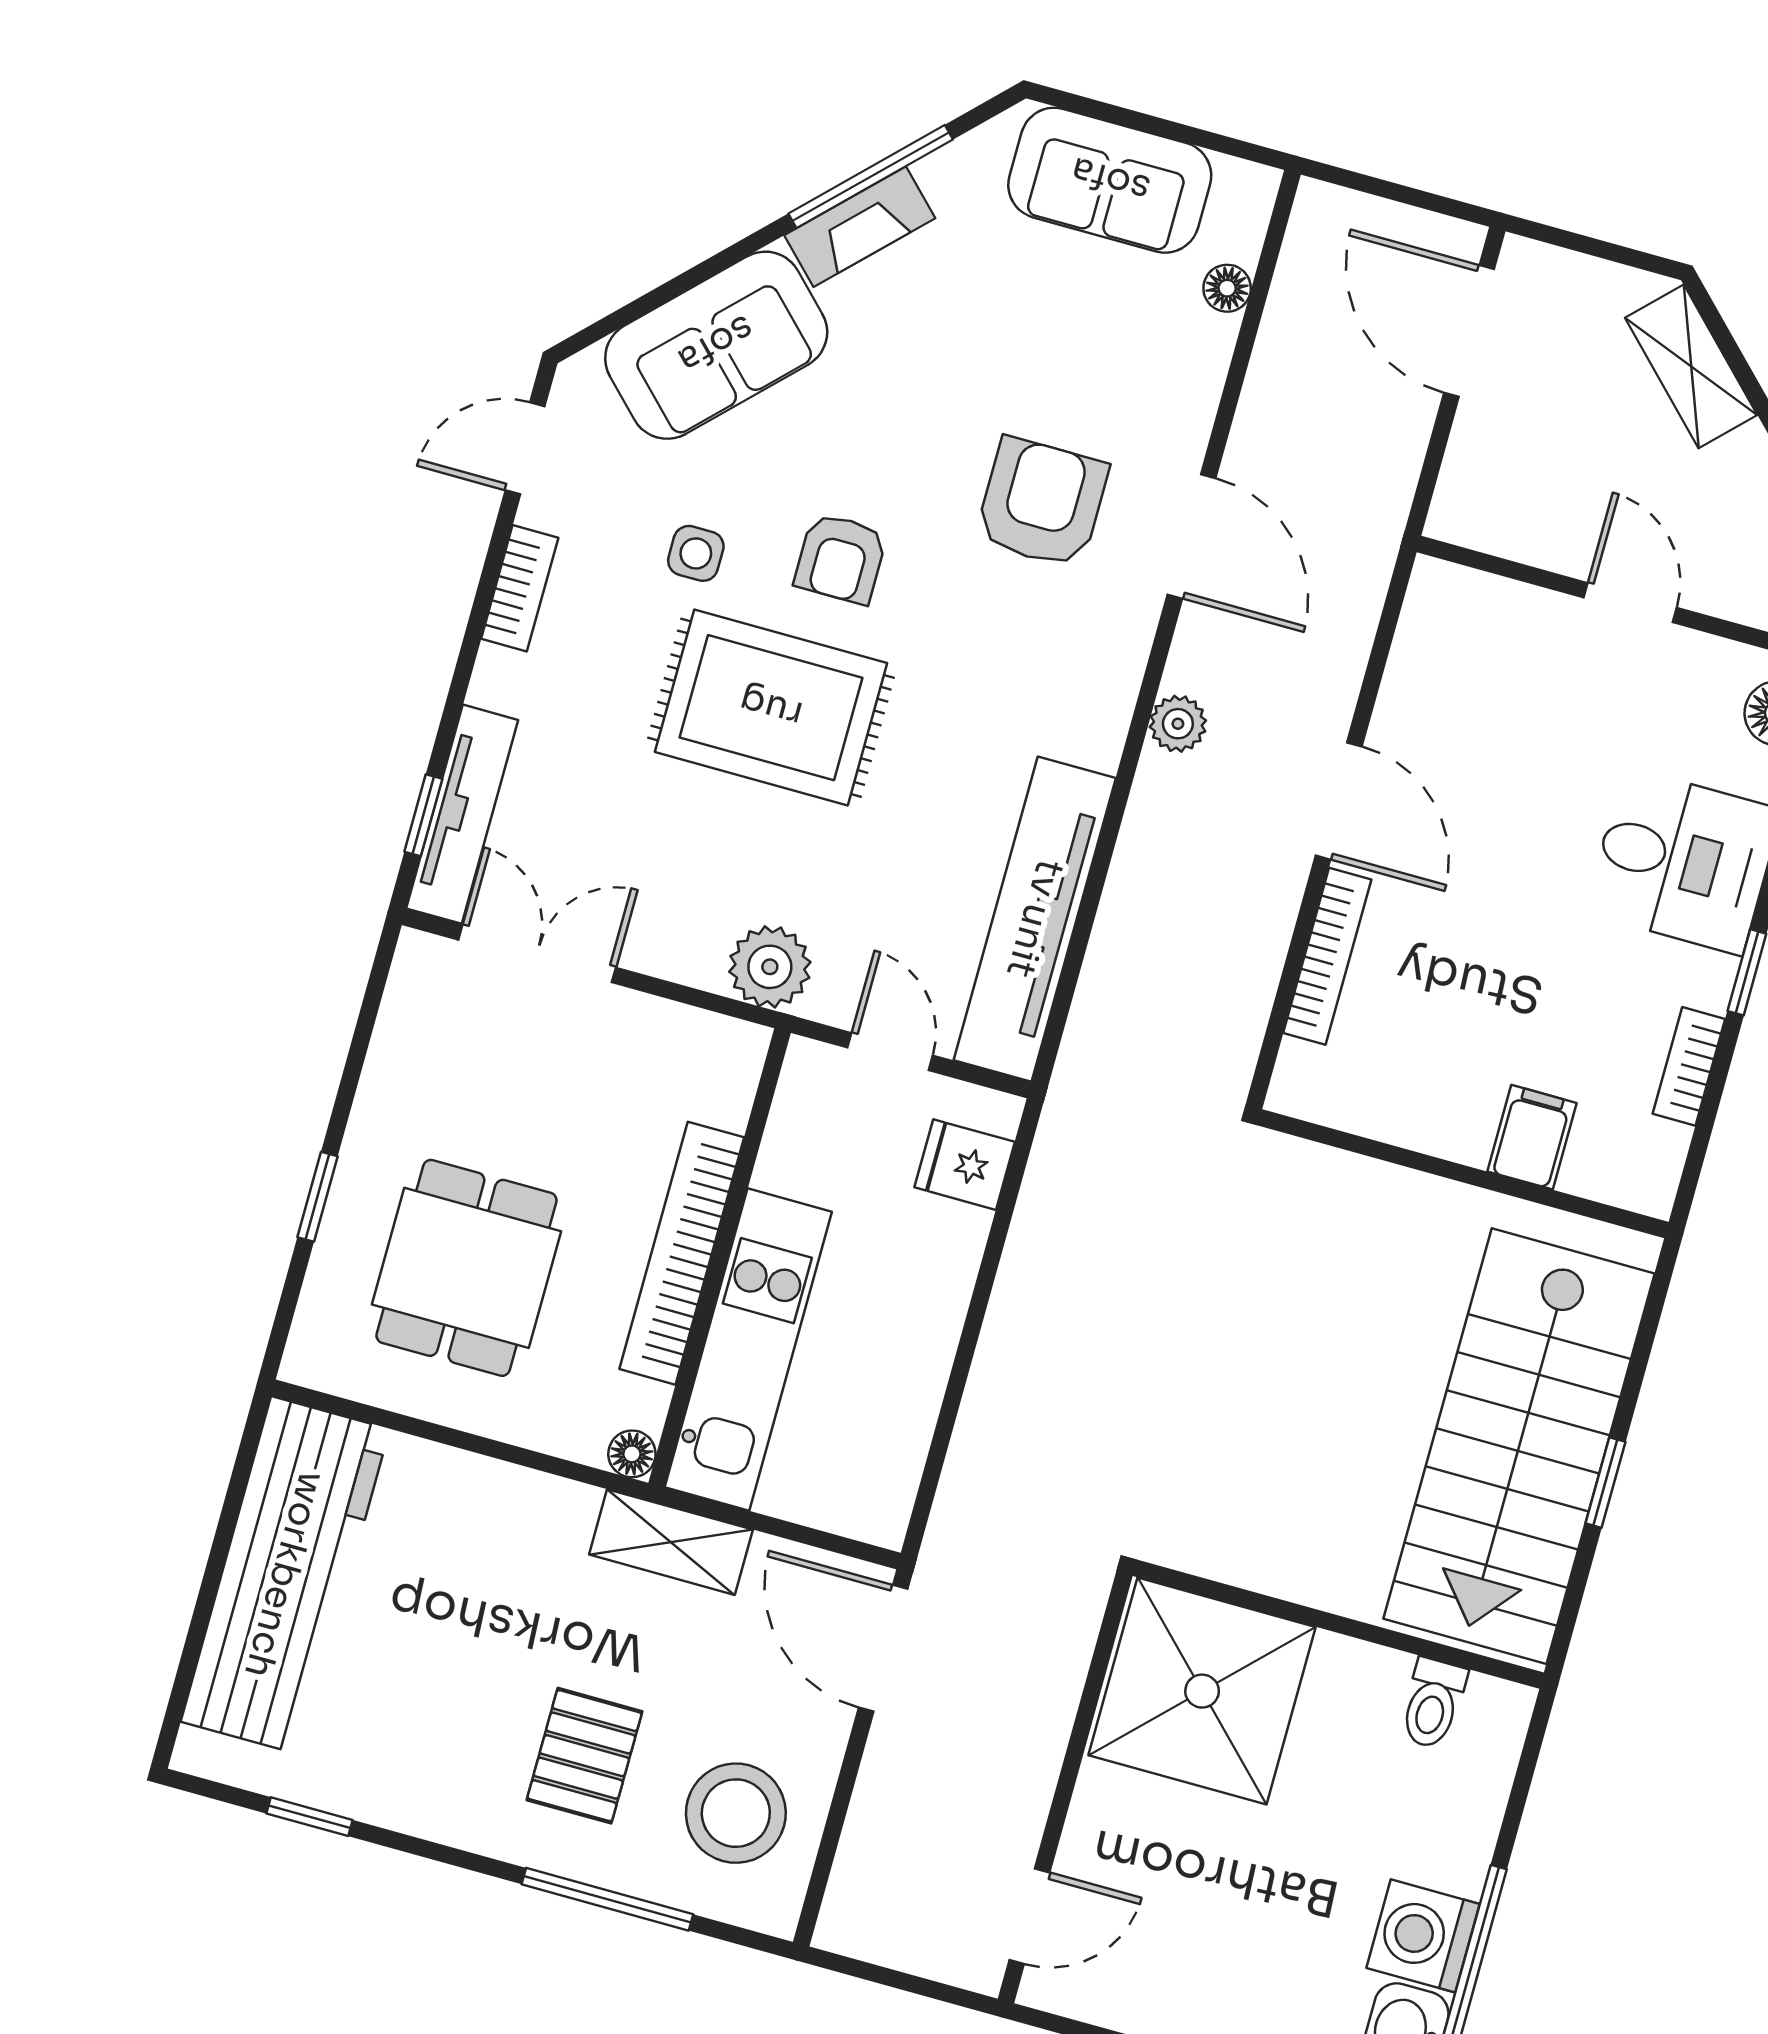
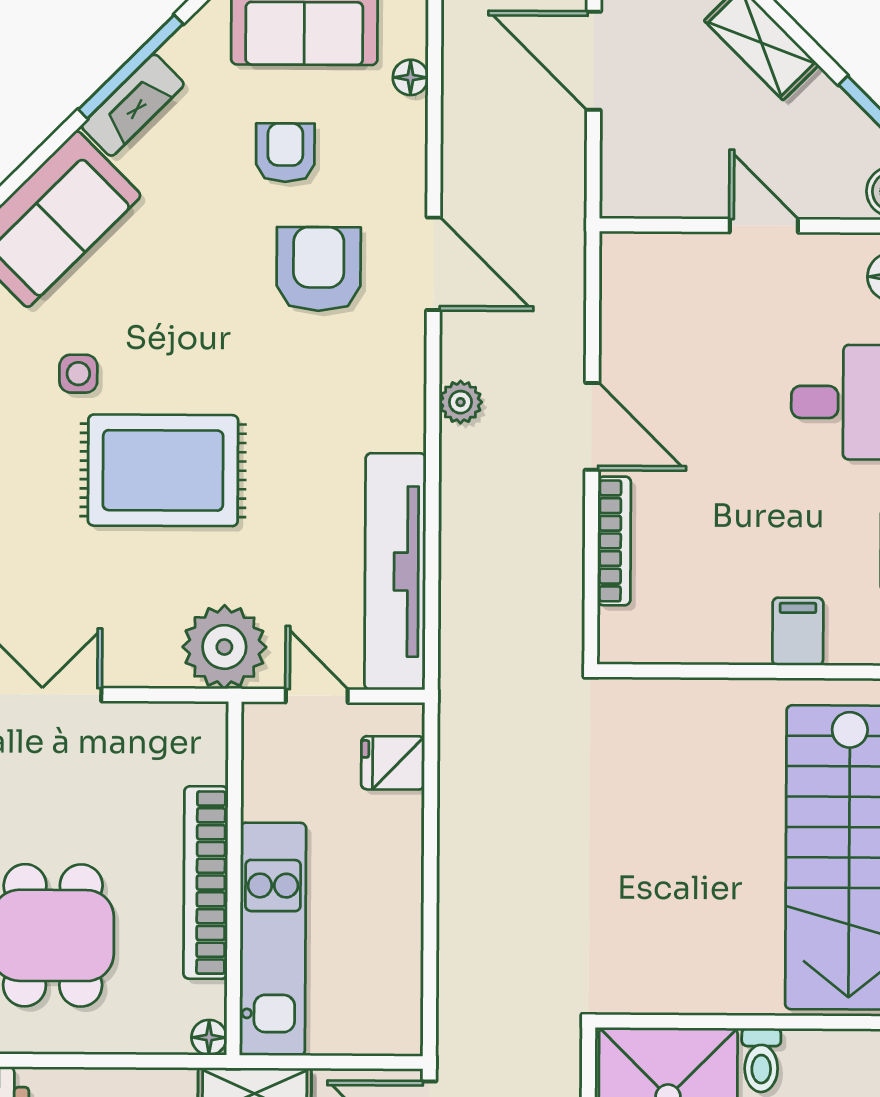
armchair: (841, 558) -> (285, 153), moved, turned 180
plant: (770, 967) -> (224, 647), width x1.36, depth x1.36
toilet: (1433, 1703) -> (761, 1060), moved

